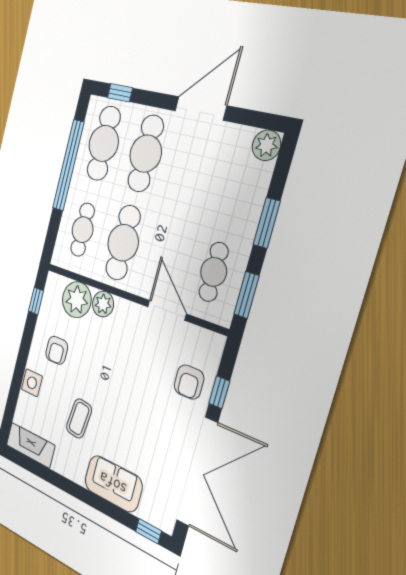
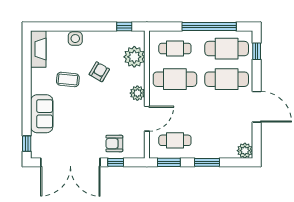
plant: (103, 304) -> (137, 93), moved
armchair: (57, 350) -> (99, 72), moved, turned 120

